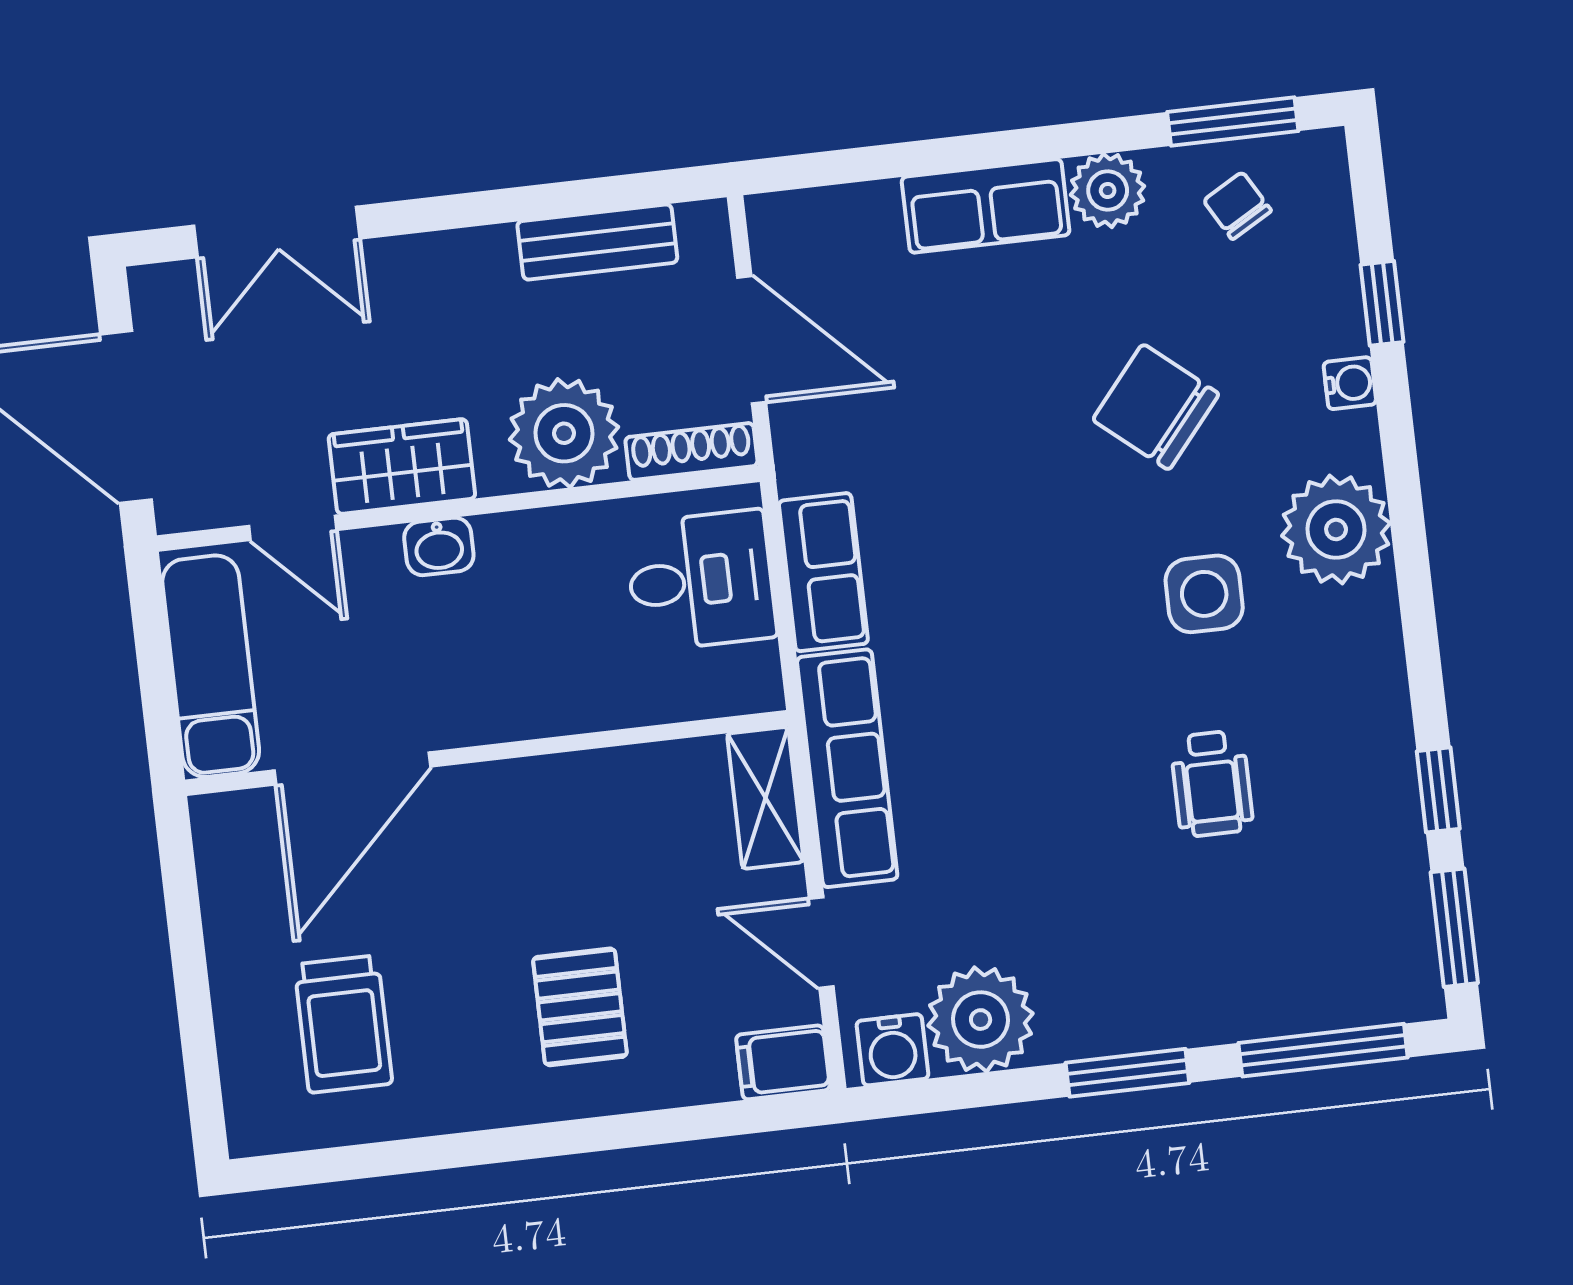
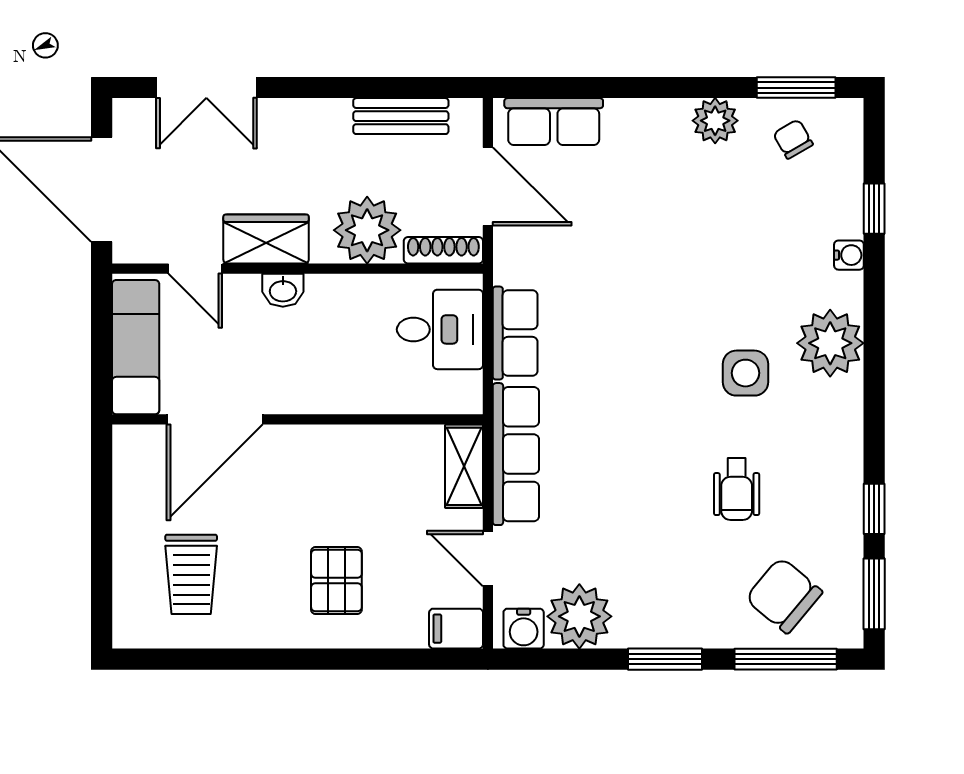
row of seats: (986, 206) -> (554, 122), moved
chair: (1156, 407) -> (784, 595), moved

